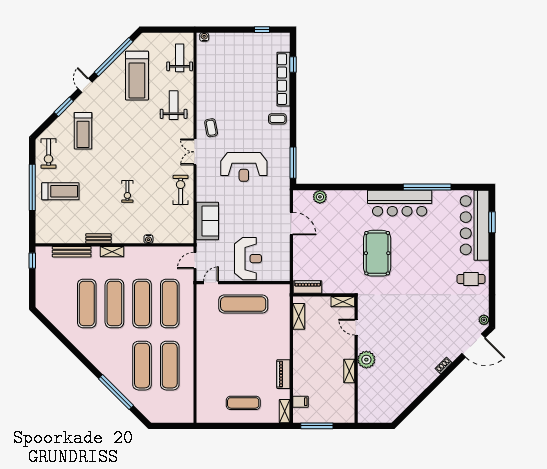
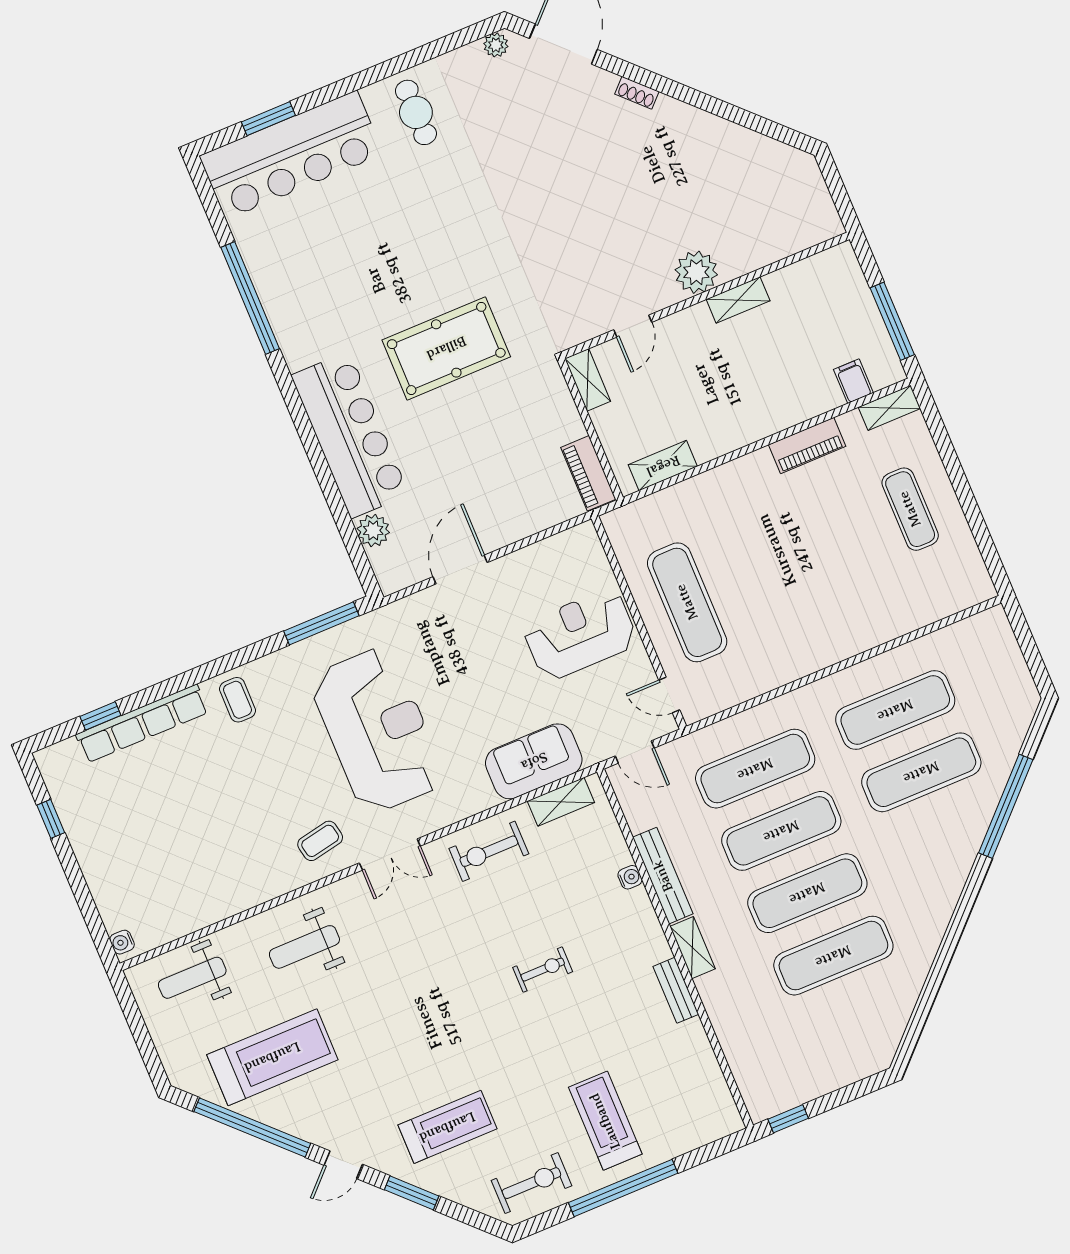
reception desk: (244, 167) -> (377, 730), width x1.36, depth x1.30
bar counter: (400, 203) -> (350, 435), moved
shelving: (188, 225) -> (561, 802), added
bench: (72, 252) -> (663, 876), moved

